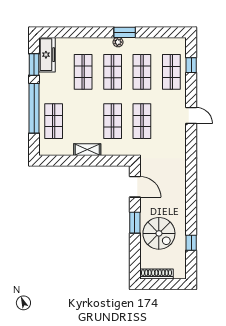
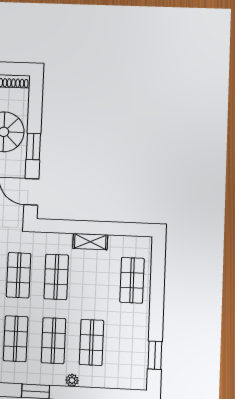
plant: (118, 42) -> (72, 380), moved
freezer: (47, 55) -> (137, 367), removed
window: (34, 108) -> (157, 298), removed

